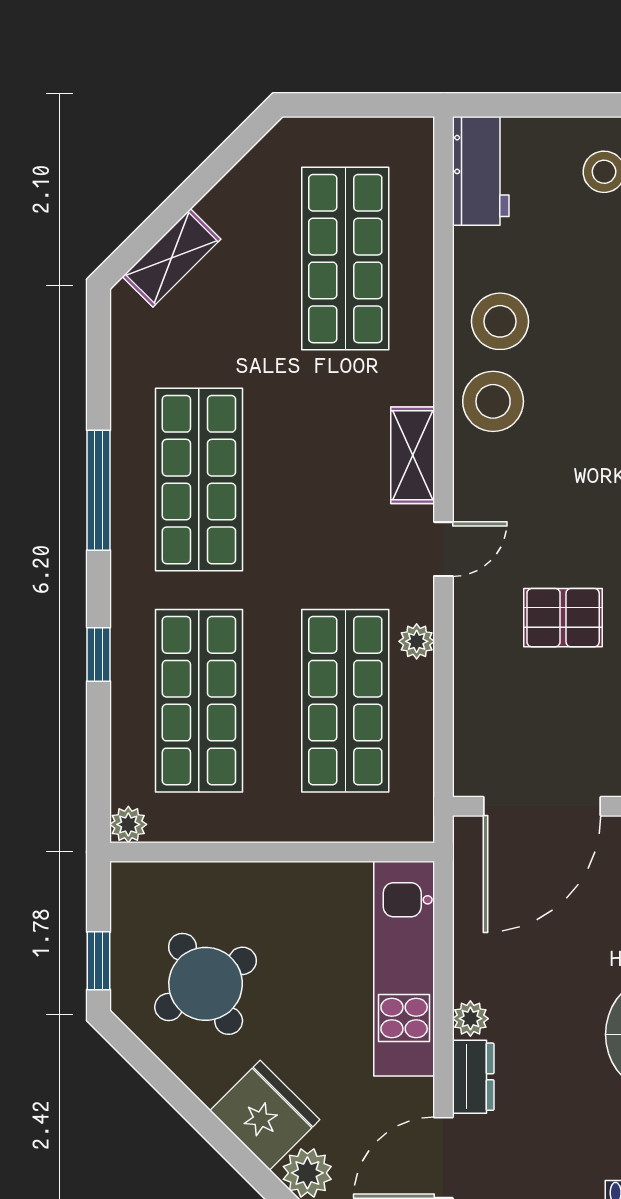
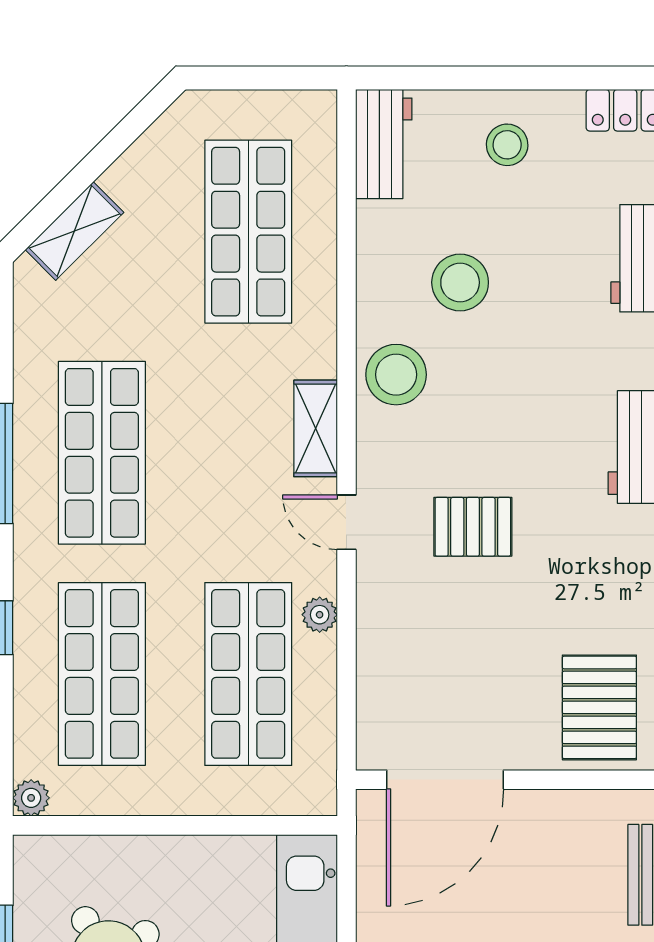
stool: (500, 321) -> (460, 282), moved
door: (443, 549) -> (346, 522), swing flipped
pallet: (563, 618) -> (473, 527), moved

